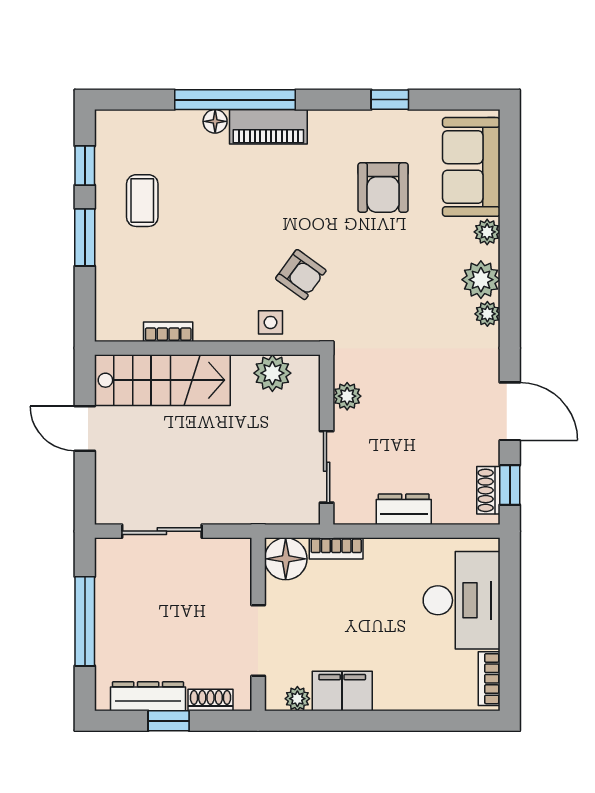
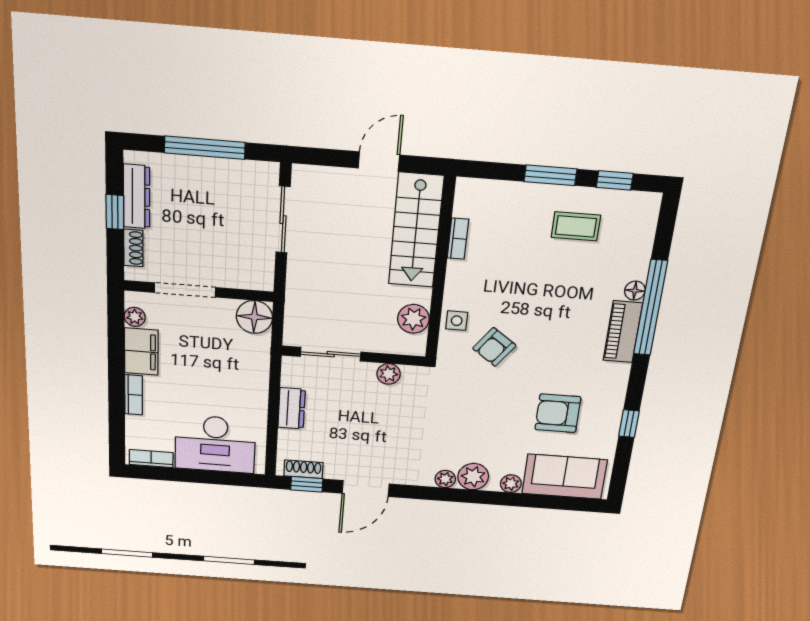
bookcase: (336, 548) -> (134, 395), moved, turned 180

